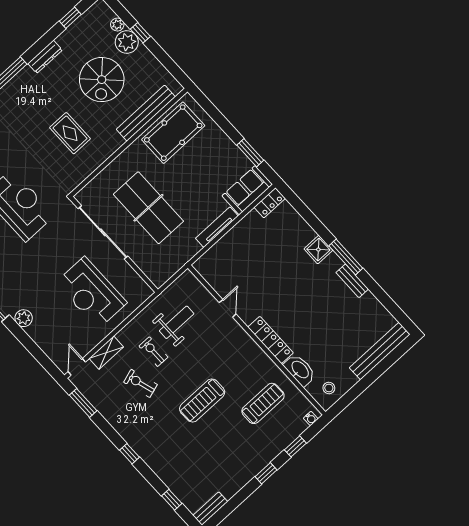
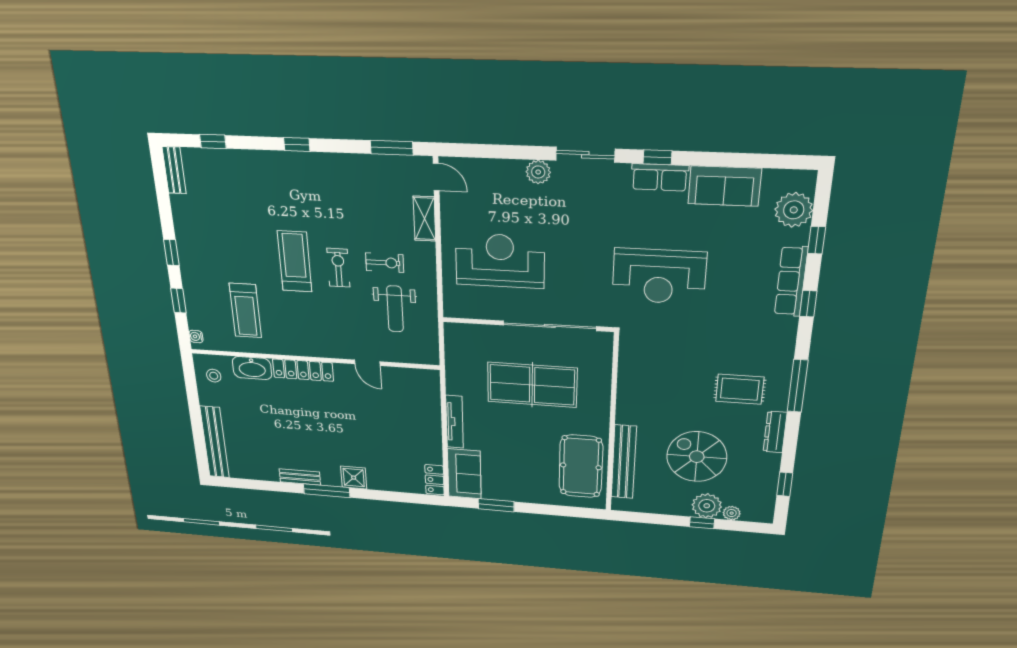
rug: (70, 133) -> (740, 389), moved
exercise bike: (140, 383) -> (338, 268), moved, turned -73

